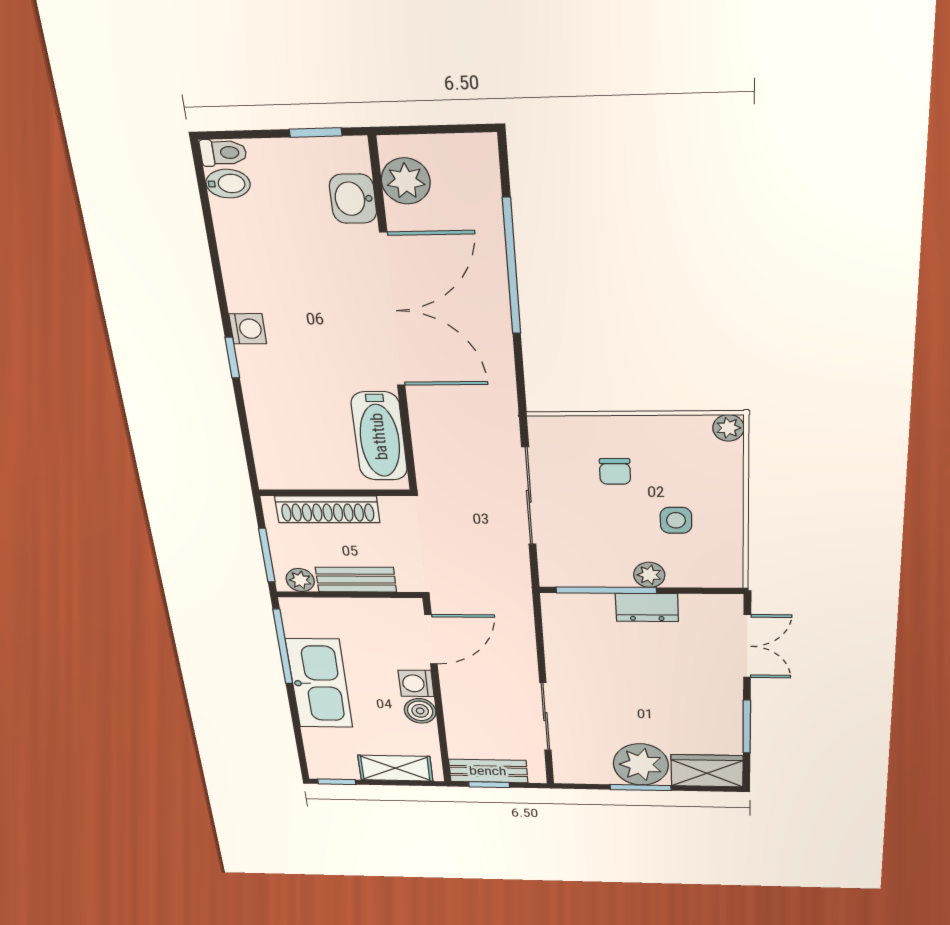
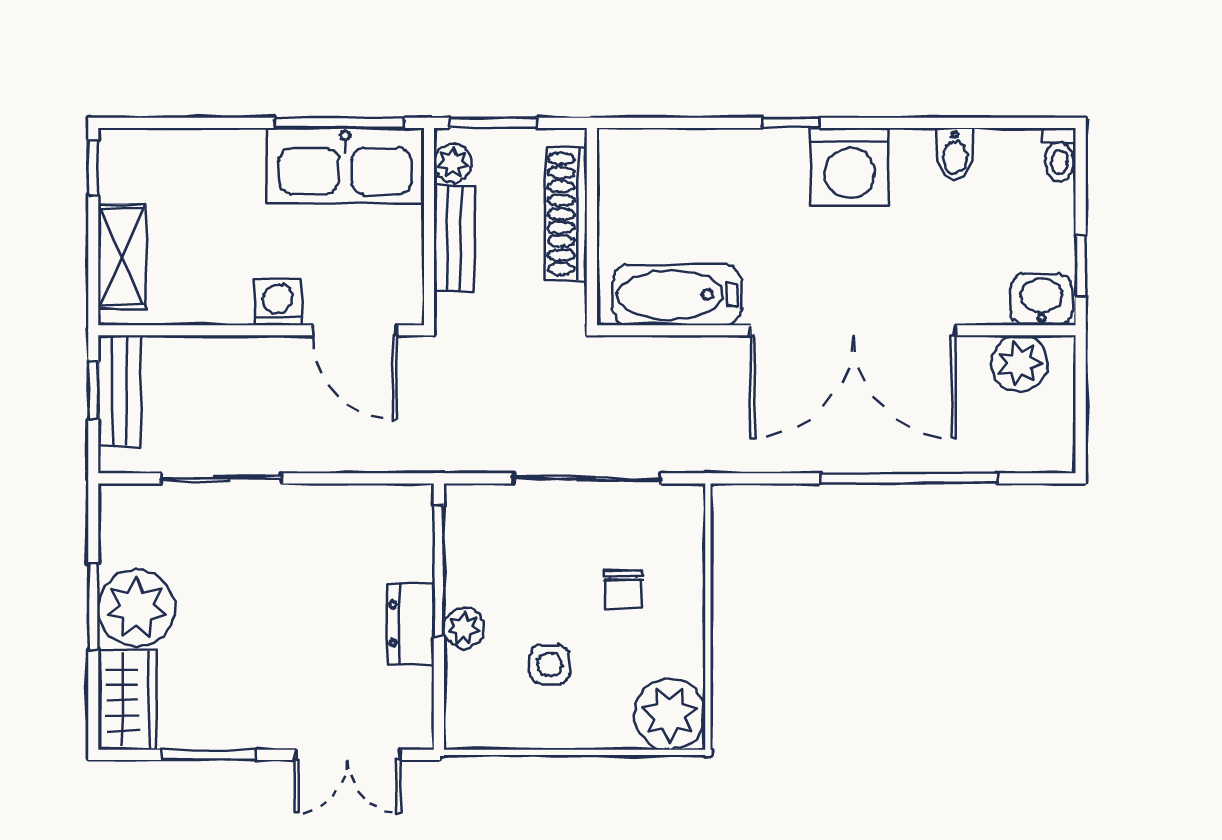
bidet: (228, 184) -> (955, 154), moved
washbasin: (353, 199) -> (1042, 299), moved
washing machine: (248, 329) -> (849, 167), width x1.89, depth x1.89
plant: (728, 428) -> (670, 714), width x1.87, depth x1.87
chair: (615, 471) -> (623, 589), turned -90
kitchen sink: (319, 683) -> (345, 166), moved
boiler: (420, 711) -> (229, 303), removed

